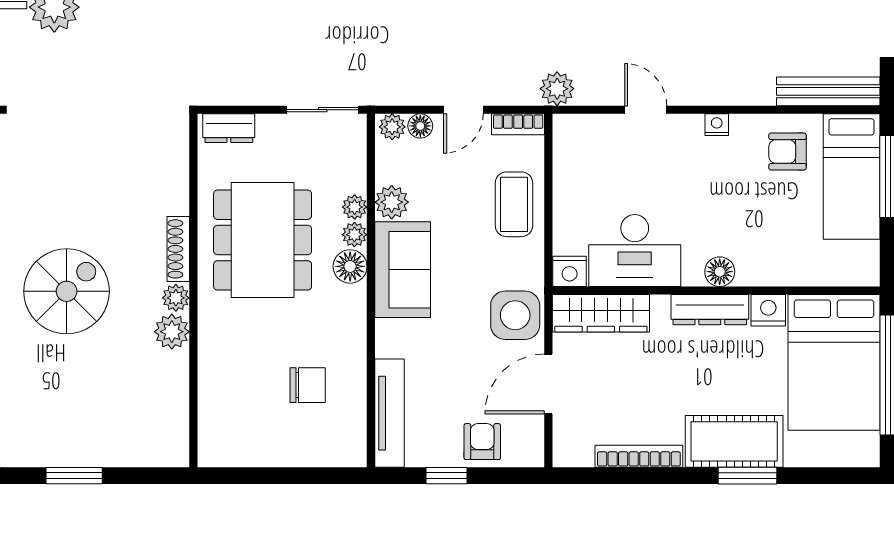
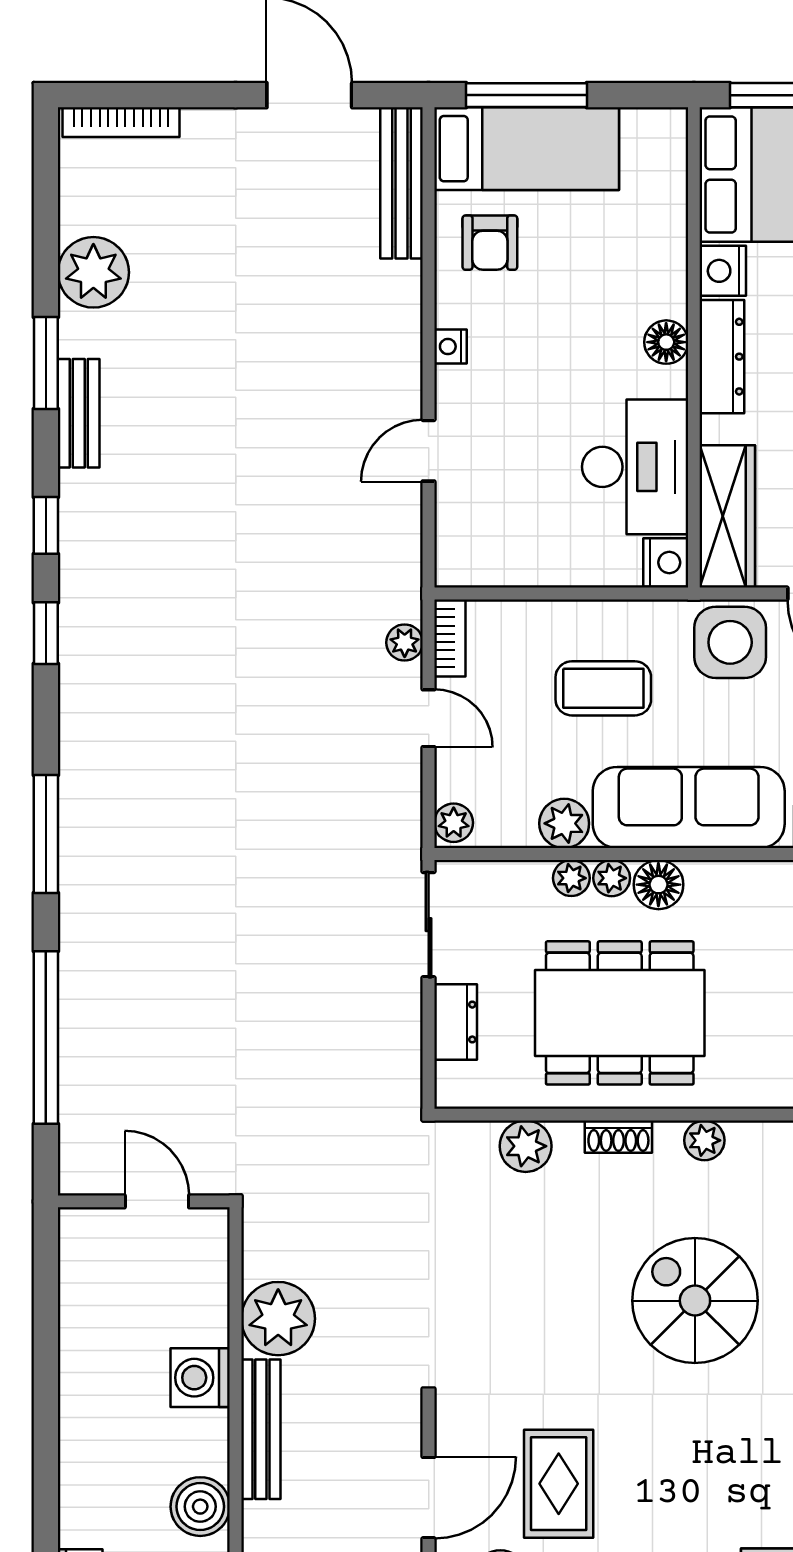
plant: (557, 89) -> (405, 643), moved, width x0.73, depth x0.73
floor lamp: (420, 126) -> (452, 782), removed
dresser: (229, 128) -> (456, 1022), moved
coffee table: (514, 204) -> (603, 688), moved
shoe rack: (178, 249) -> (618, 1137), width x0.70
sofa: (403, 270) -> (689, 808), width x1.36
plant: (172, 332) -> (526, 1146), moved

